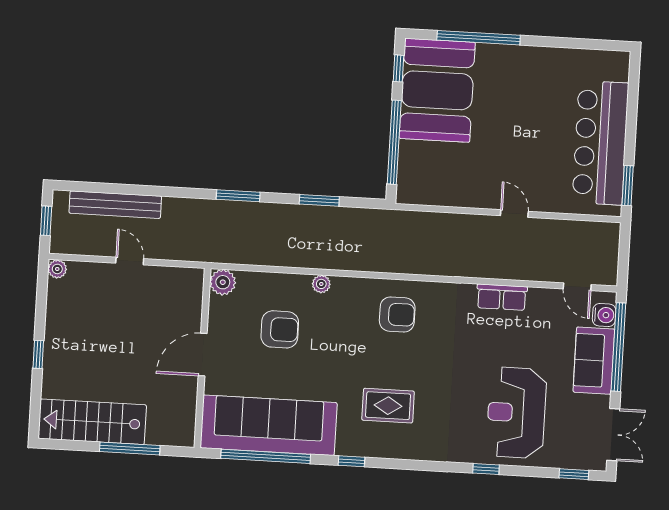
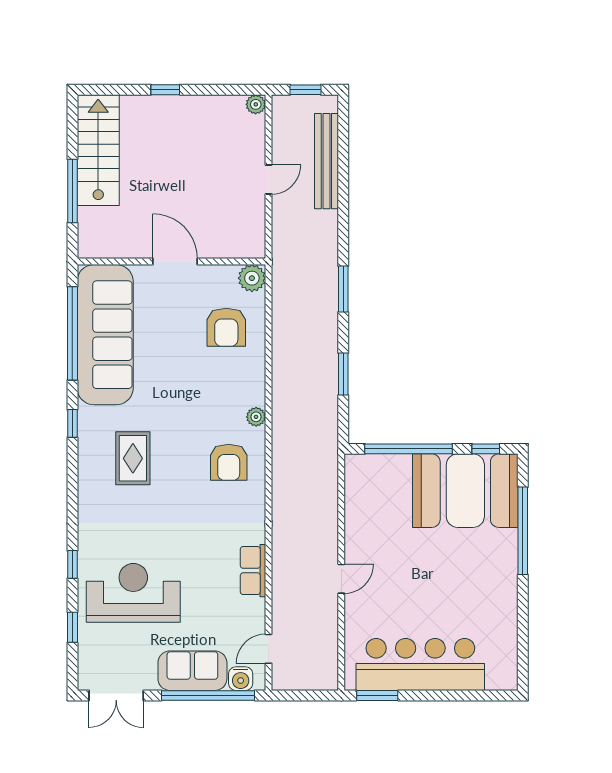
plant: (321, 284) -> (256, 417), moved
armchair: (280, 329) -> (226, 327), moved
window: (574, 474) -> (72, 627), moved

